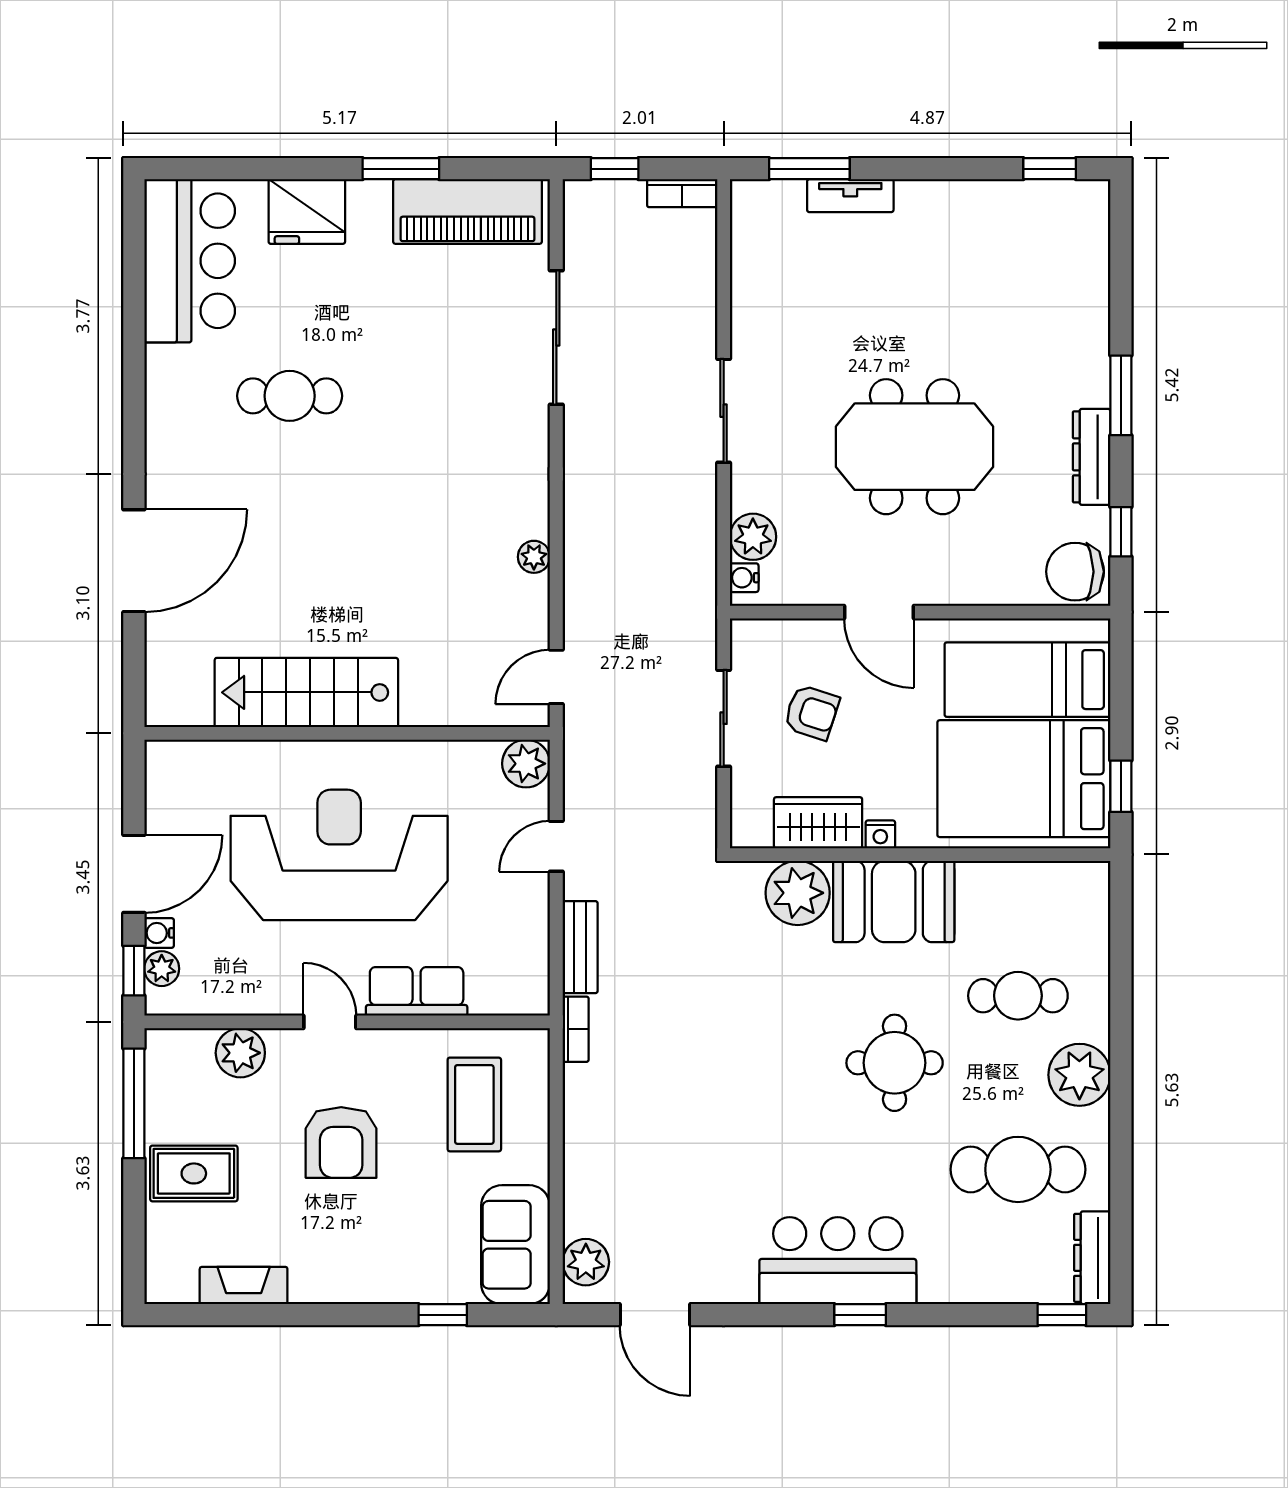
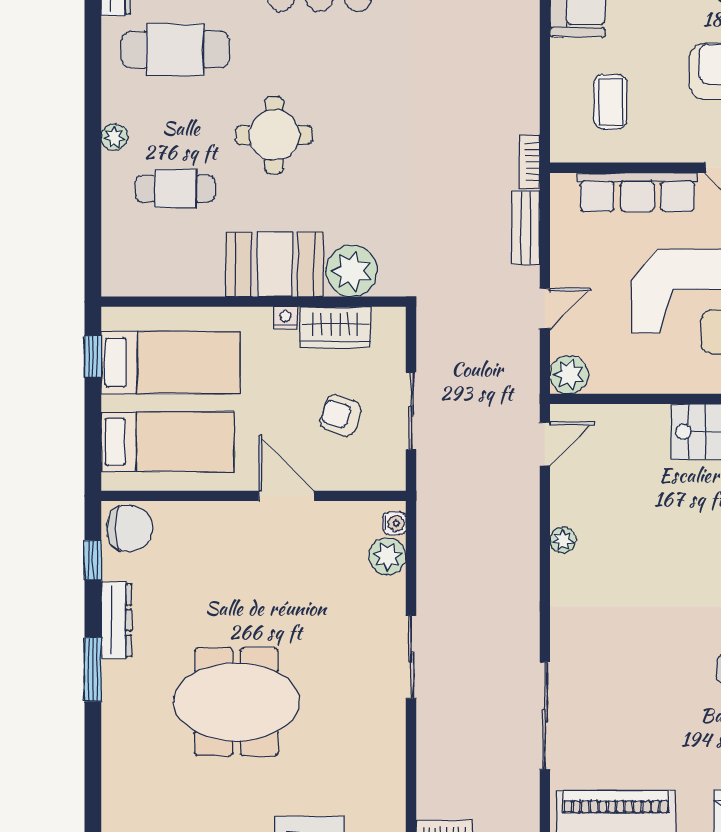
meeting table: (915, 447) -> (236, 702), moved
bed: (1024, 779) -> (171, 363), width x0.67
row of seats: (417, 991) -> (637, 192), width x1.48
plant: (1079, 1075) -> (114, 137), width x0.53, depth x0.53
coffee table: (474, 1104) -> (611, 102), width x0.73, depth x0.77

